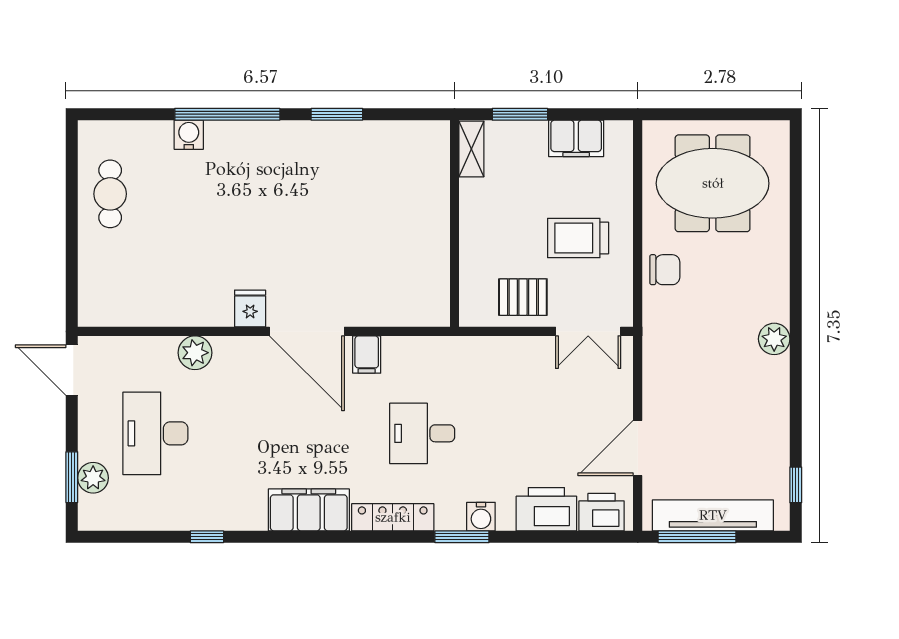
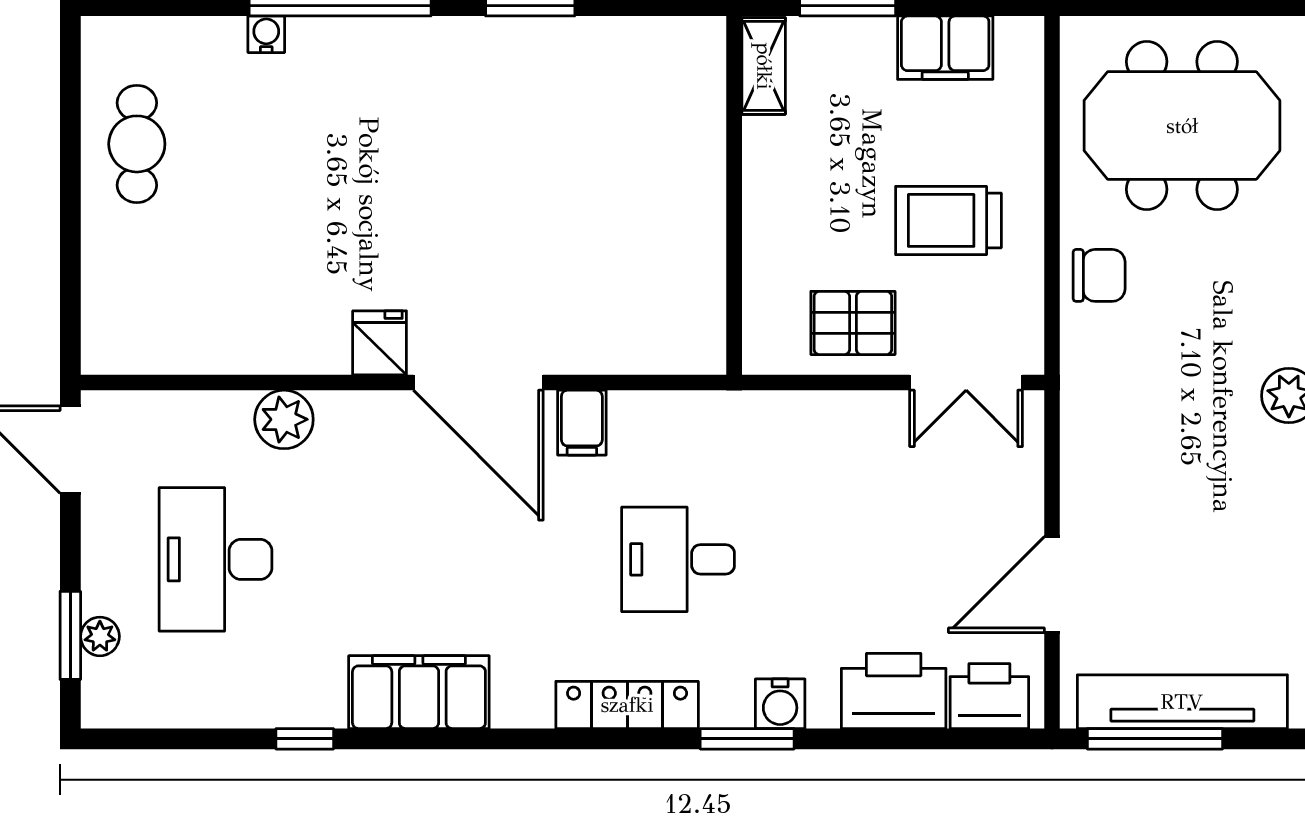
water cooler: (189, 135) -> (266, 34), width x0.72, depth x0.72
plant: (93, 478) -> (100, 636), width x0.73, depth x0.73
filing cabinet: (309, 510) -> (419, 692), moved

